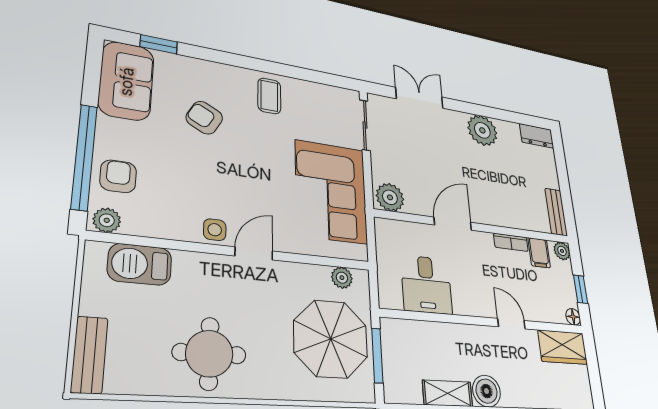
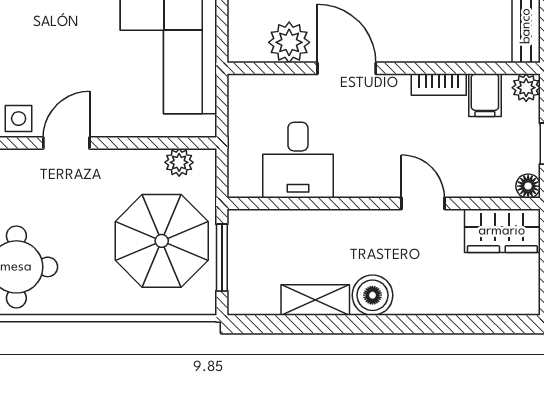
plant: (390, 197) -> (289, 42), moved
door: (453, 224) -> (347, 68), hinge flipped

